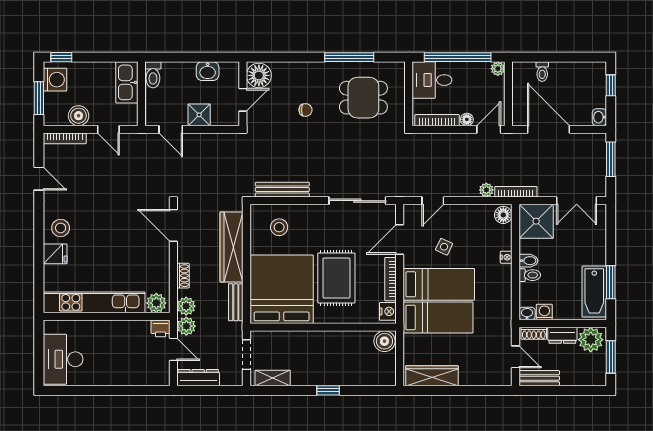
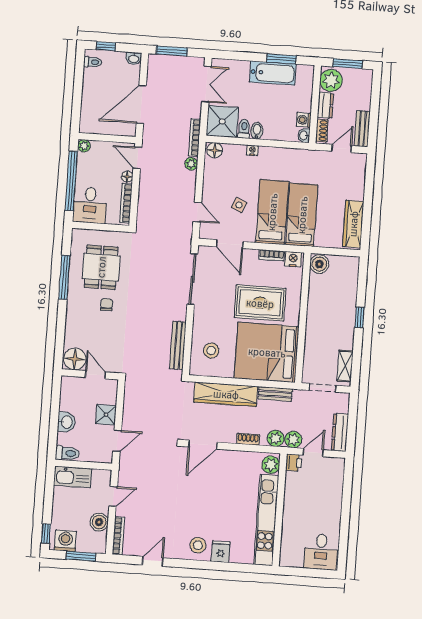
washbasin: (208, 71) -> (66, 422), moved
toilet: (542, 72) -> (93, 62), moved
chair: (306, 110) -> (107, 305), moved
toilet: (530, 275) -> (244, 129), moved
bookcase: (391, 279) -> (271, 255), width x0.64
bathtub: (594, 292) -> (273, 73), moved
desk: (63, 359) -> (321, 552), width x0.73

